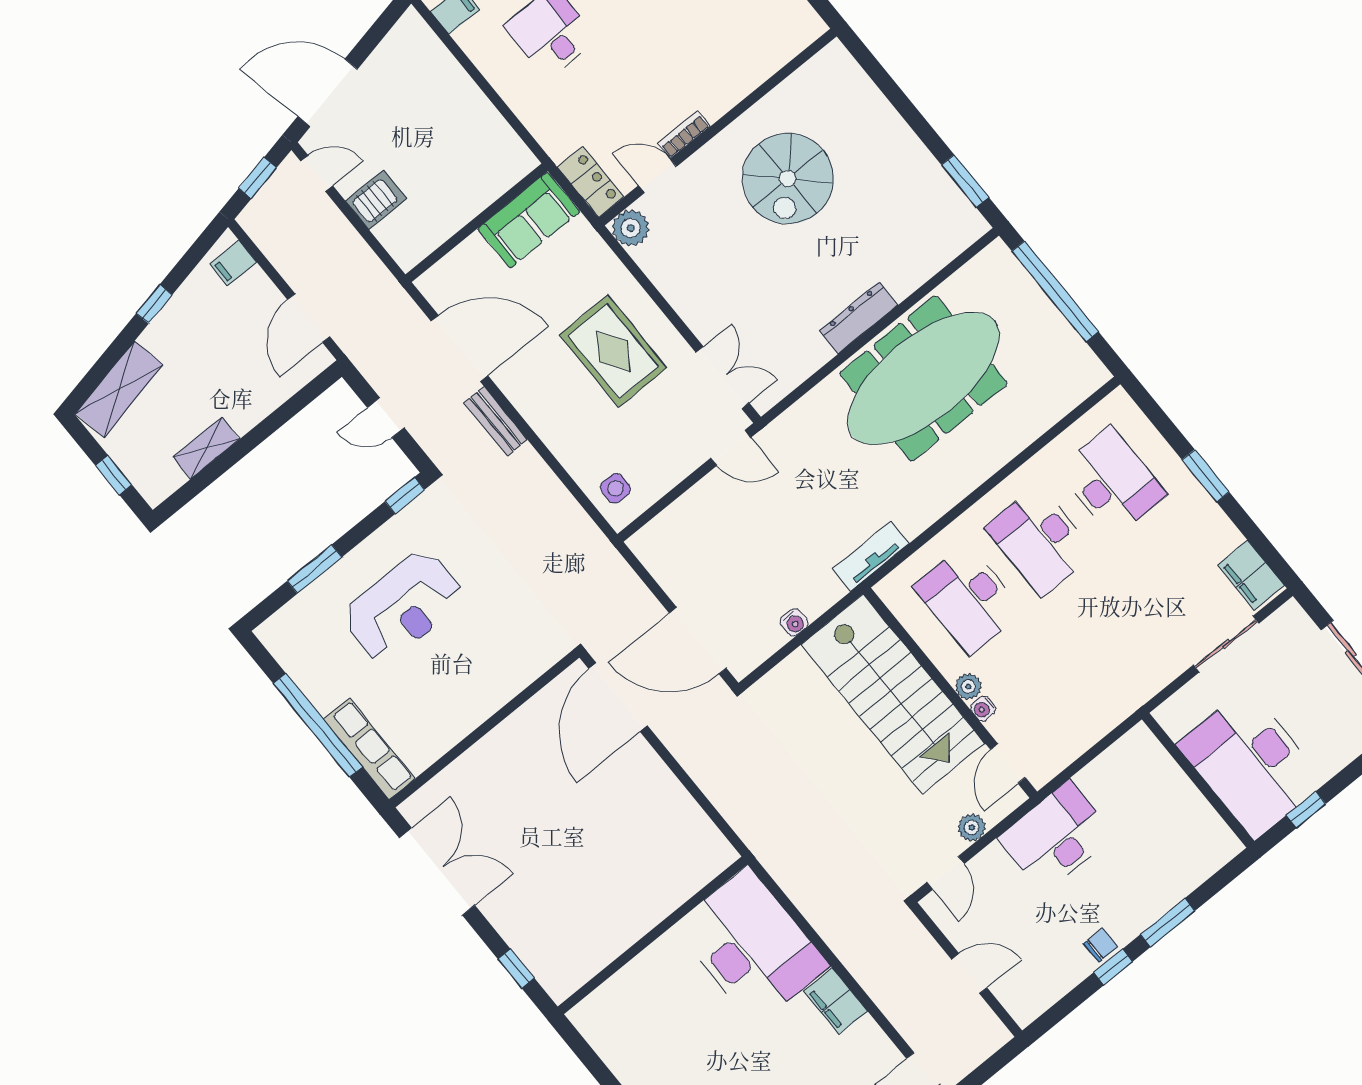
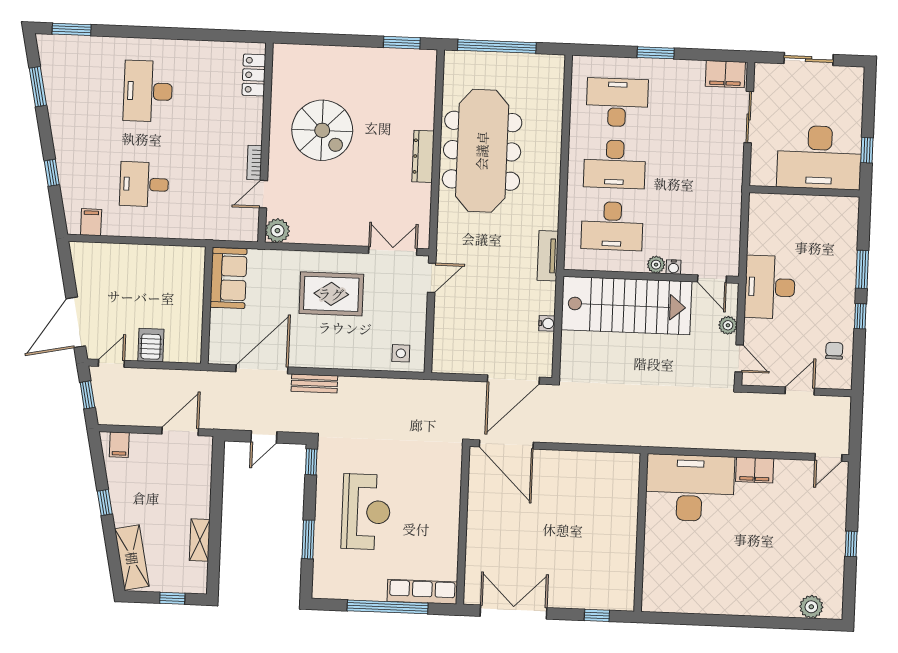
locker: (591, 182) -> (254, 75), moved, turned -90
door: (309, 318) -> (180, 431), swing flipped
chair: (1101, 945) -> (834, 351), moved

